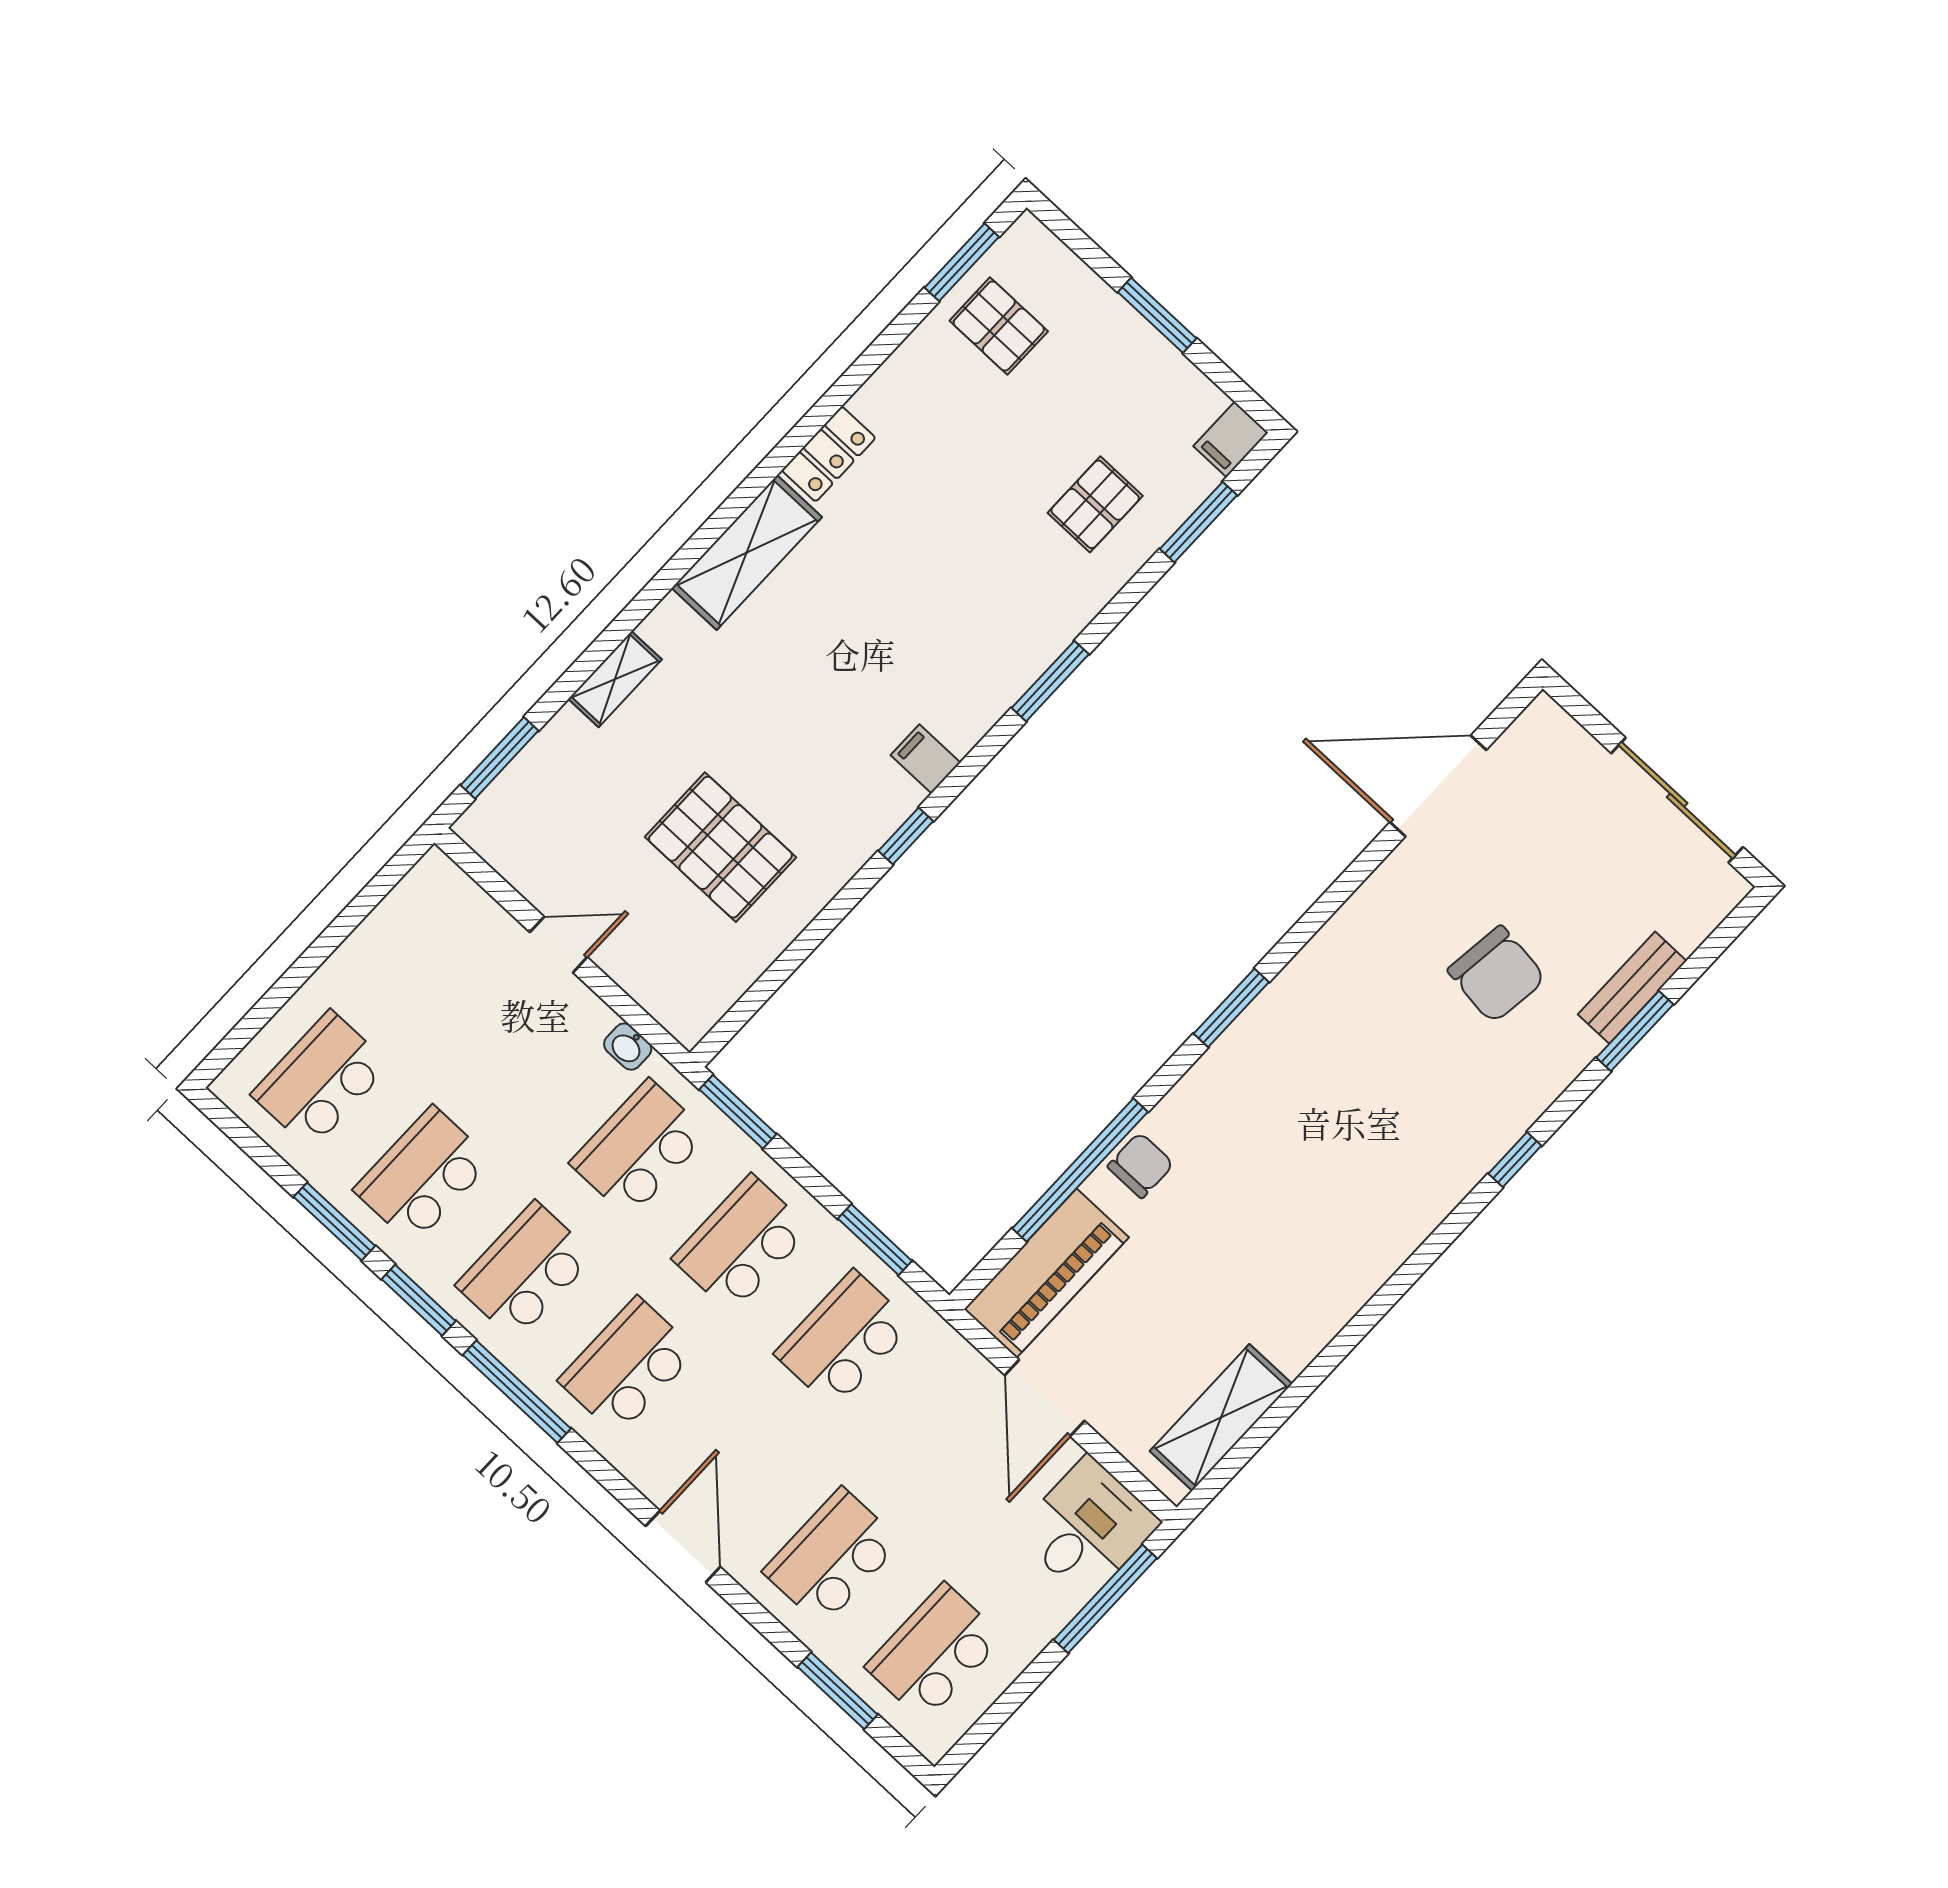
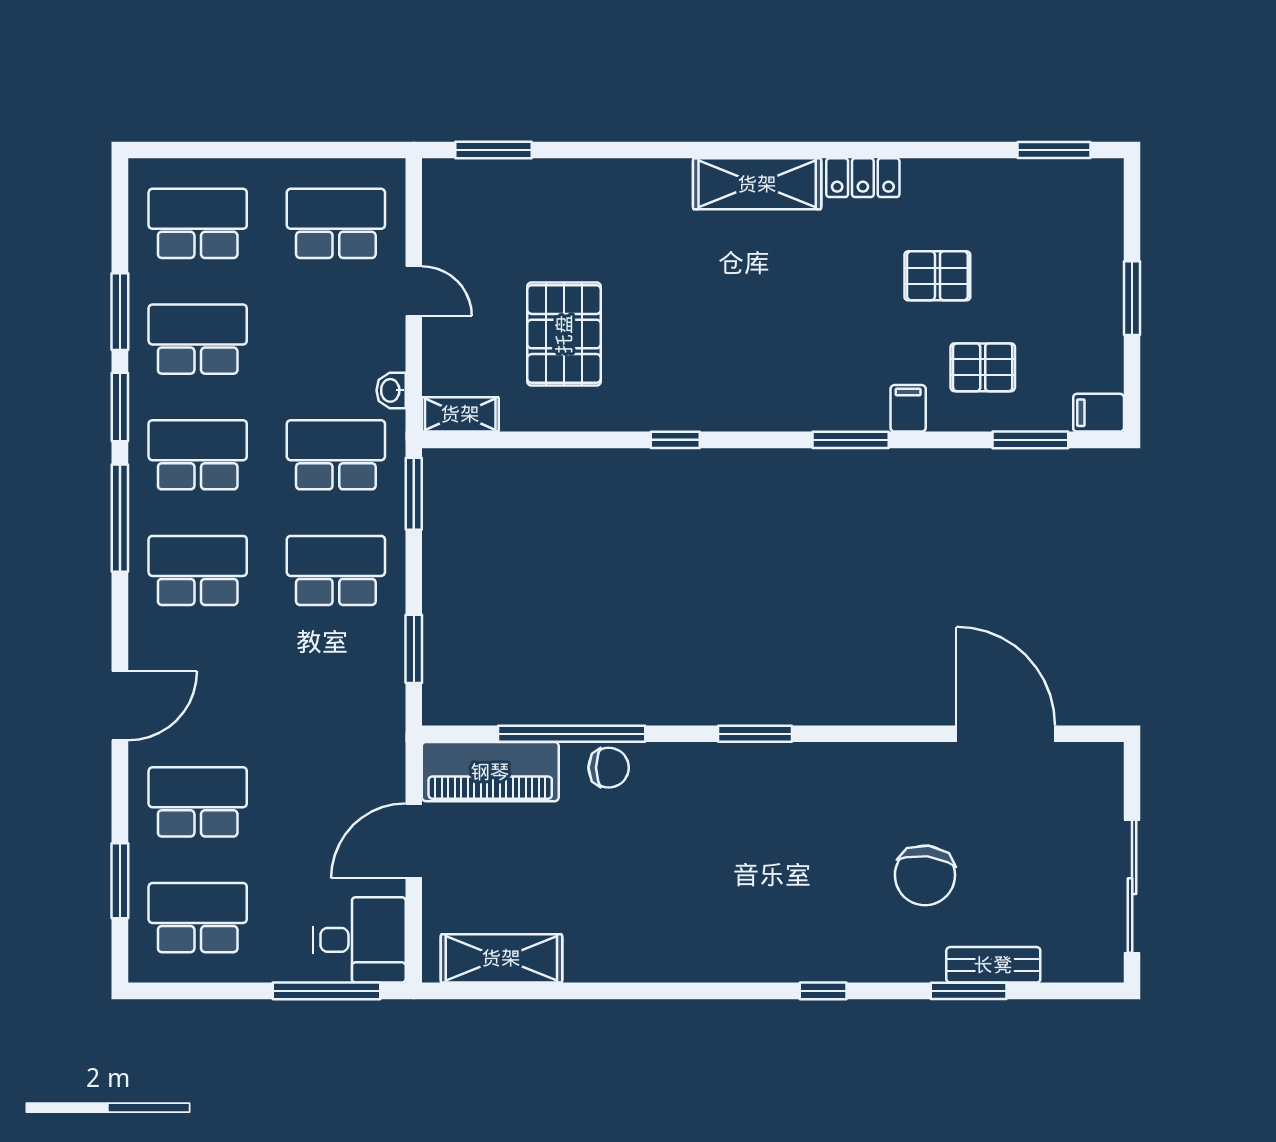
pallet: (999, 326) -> (937, 276), moved, turned 90
shelving: (615, 679) -> (460, 414), moved
filing cabinet: (926, 759) -> (908, 408), moved
school desk: (844, 1339) -> (336, 223), moved

